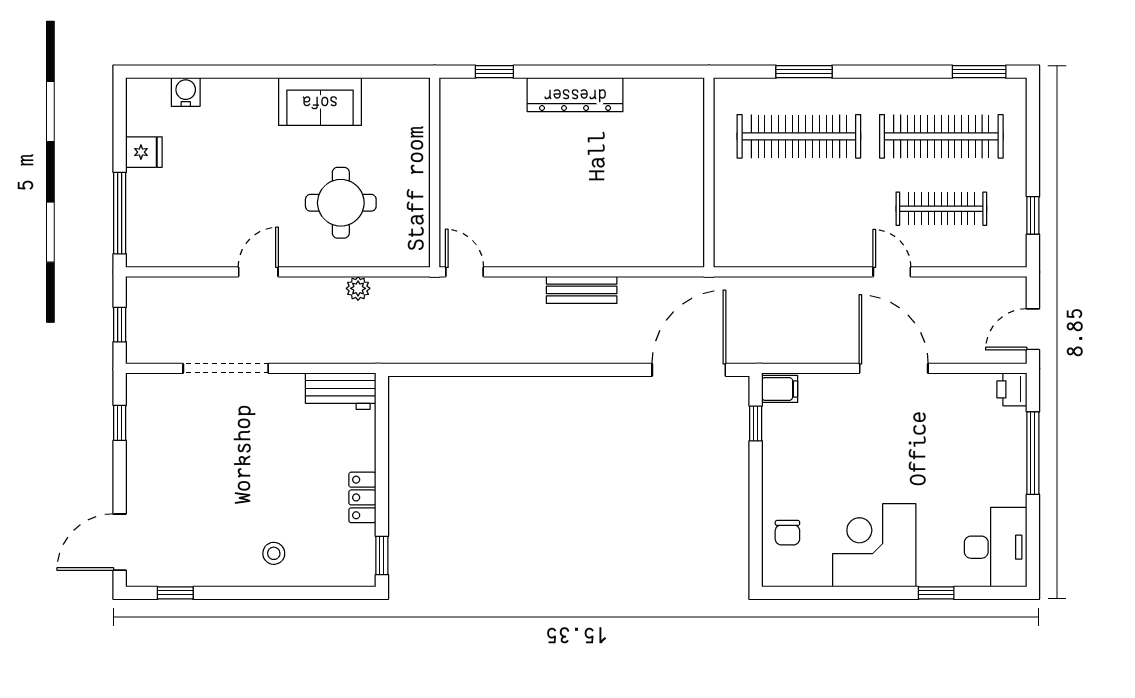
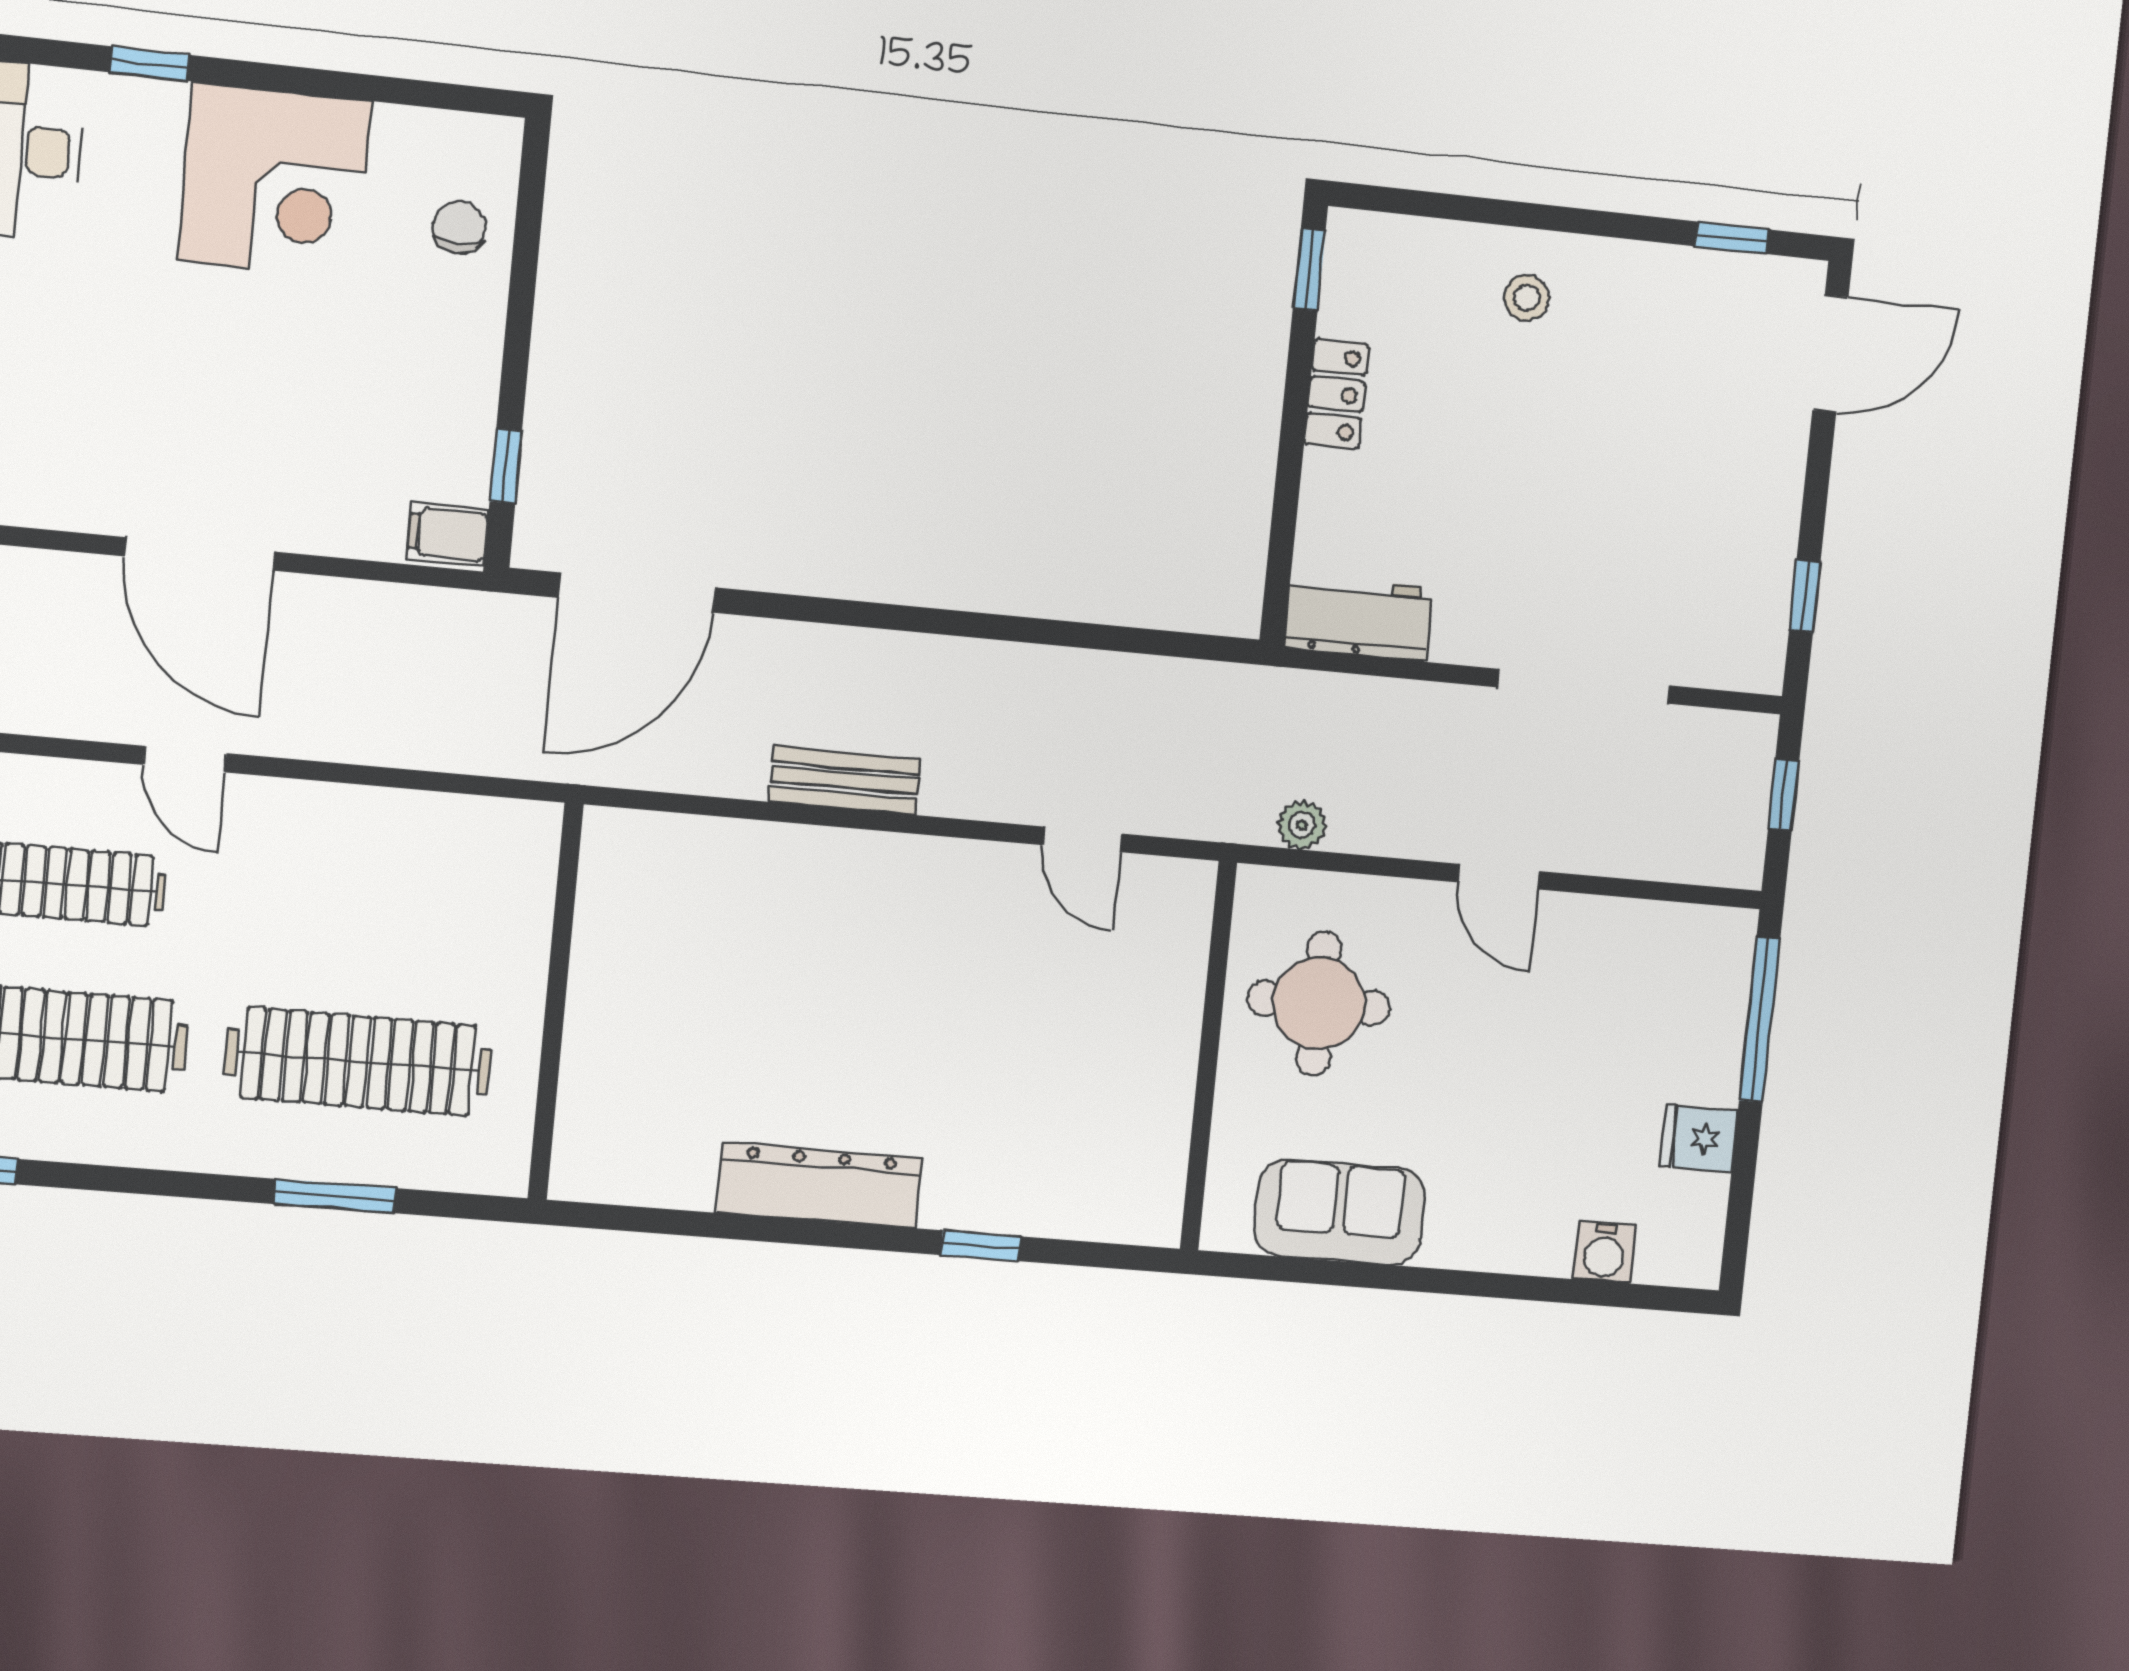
wall: (435, 172) -> (1208, 1056), moved
door: (258, 272) -> (1498, 877), hinge flipped

